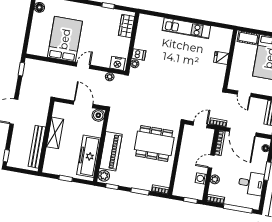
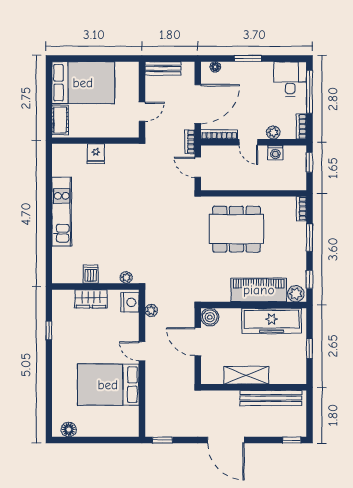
wardrobe: (127, 26) -> (91, 299), moved
dishwasher: (139, 55) -> (91, 274), moved
door: (83, 104) -> (198, 342), hinge flipped
dining table: (154, 143) -> (236, 229), turned 90
desk: (251, 183) -> (290, 79), moved

